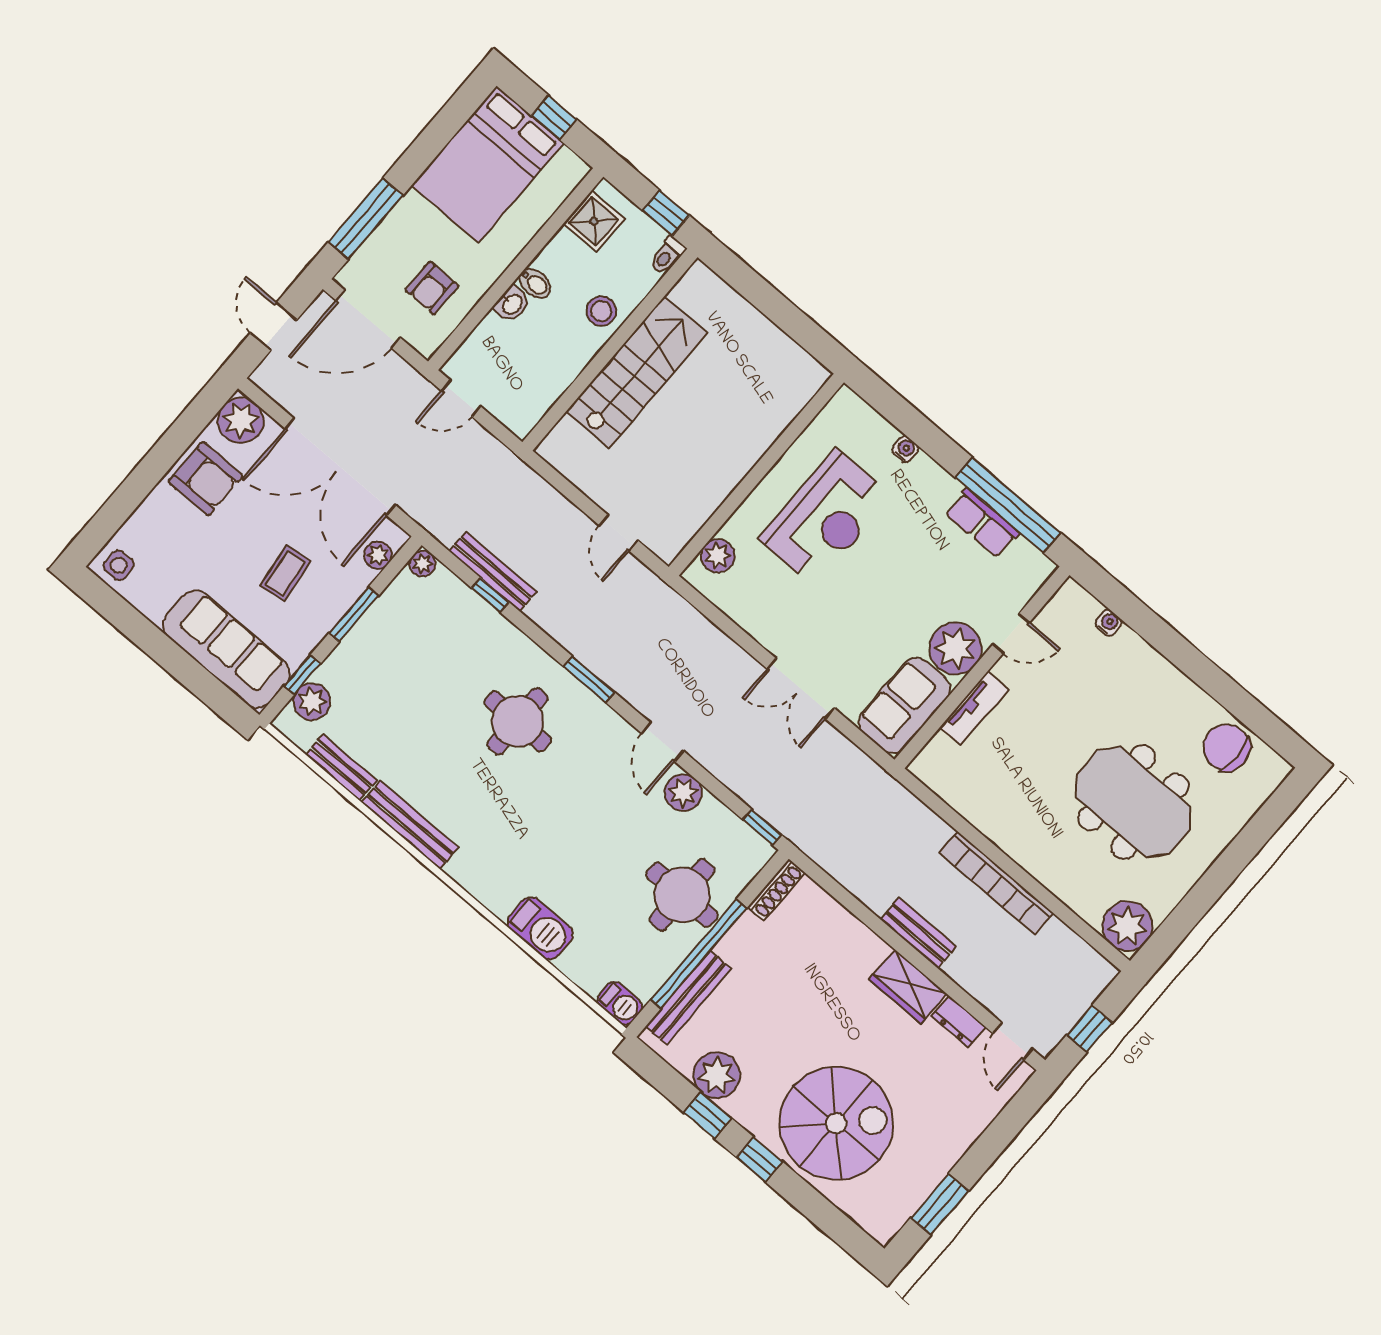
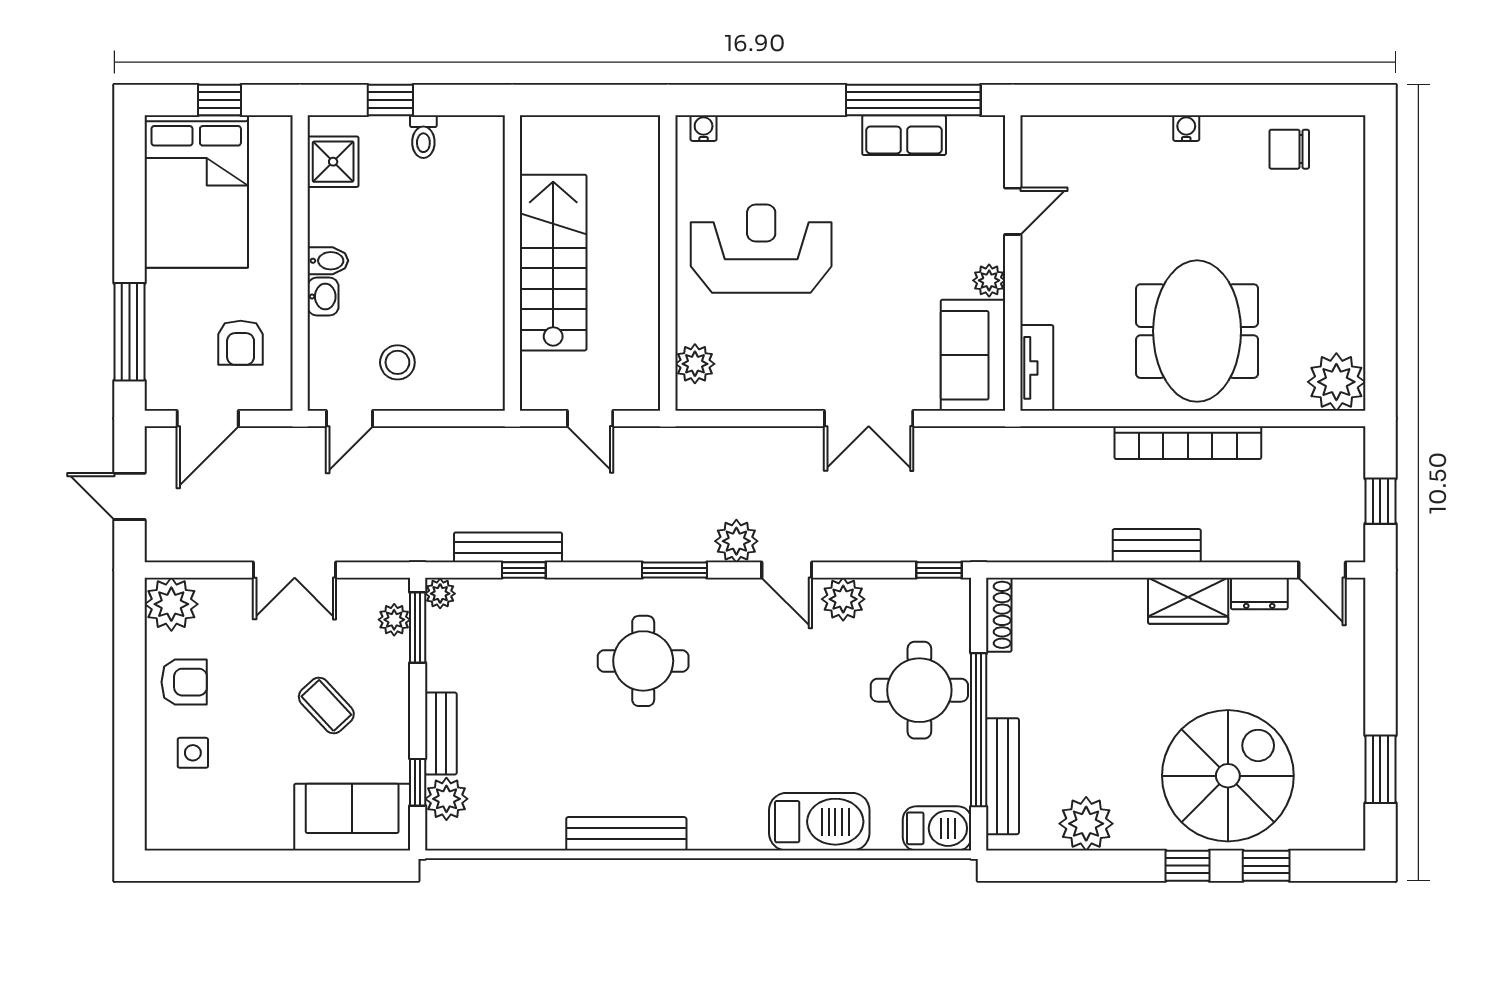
stool: (601, 311) -> (397, 362), moved
door: (368, 319) -> (208, 418), width x0.73
wall: (610, 350) -> (512, 263), moved
stairs: (637, 372) -> (553, 263), moved
water cooler: (905, 449) -> (704, 128), moved
double door: (340, 467) -> (295, 570), width x0.54
armchair: (206, 479) -> (184, 682), width x0.72, depth x0.72
reception desk: (825, 517) -> (761, 249), turned -90
side table: (119, 565) -> (193, 753), moved
coffee table: (285, 573) -> (326, 706), turned -36
window: (354, 614) -> (418, 628), moved
water cooler: (1109, 623) -> (1186, 128), moved
plant: (955, 648) -> (989, 280), width x0.53, depth x0.53
sofa: (226, 649) -> (352, 817), width x0.73
plant: (646, 695) -> (736, 541), added
tv unit: (974, 708) -> (1037, 368), moved
chair: (1227, 747) -> (1289, 149), width x0.73, depth x0.73
bench: (341, 768) -> (441, 733), moved, turned 90
meeting table: (1133, 802) -> (1197, 331), moved, turned 90
barbecue: (540, 928) -> (819, 822), width x1.37, depth x1.21
barbecue: (620, 1003) -> (937, 828), width x1.38, depth x1.27
window: (708, 1115) -> (1266, 866), moved

